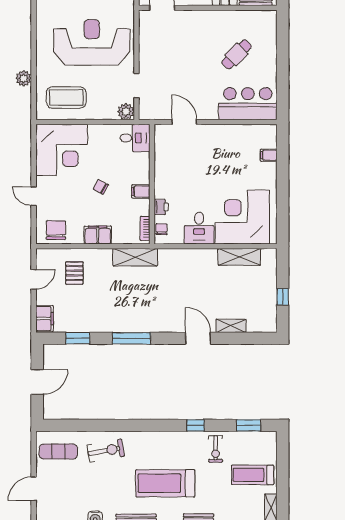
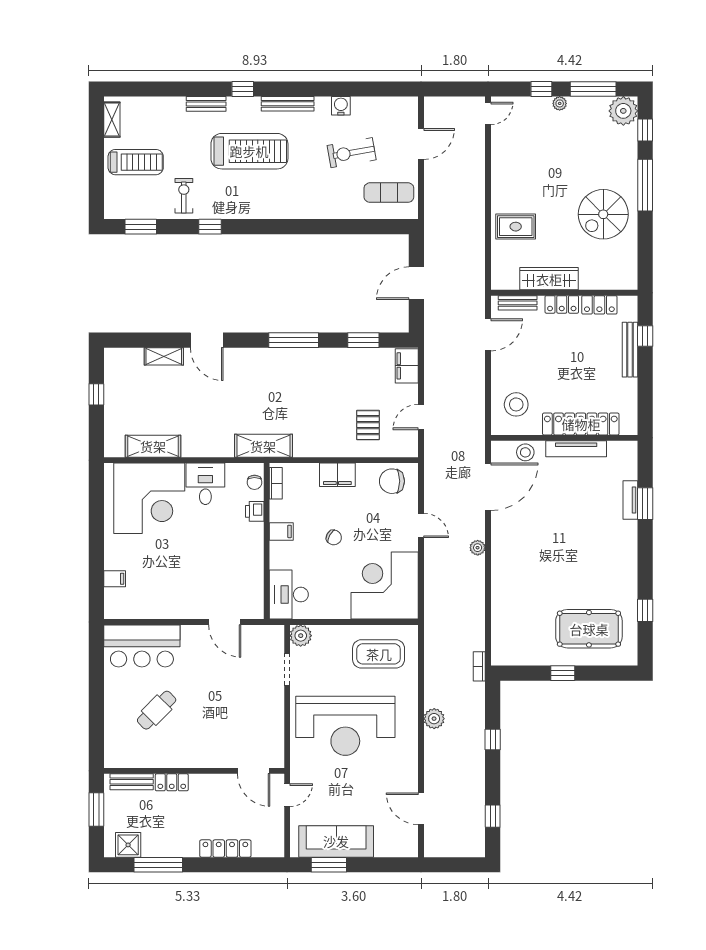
plant: (24, 78) -> (434, 719), moved
desk: (135, 138) -> (289, 595), width x1.37
chair: (56, 230) -> (392, 481), turned 90
shelving: (135, 257) -> (263, 446), moved
exercise bike: (106, 451) -> (352, 153), moved

